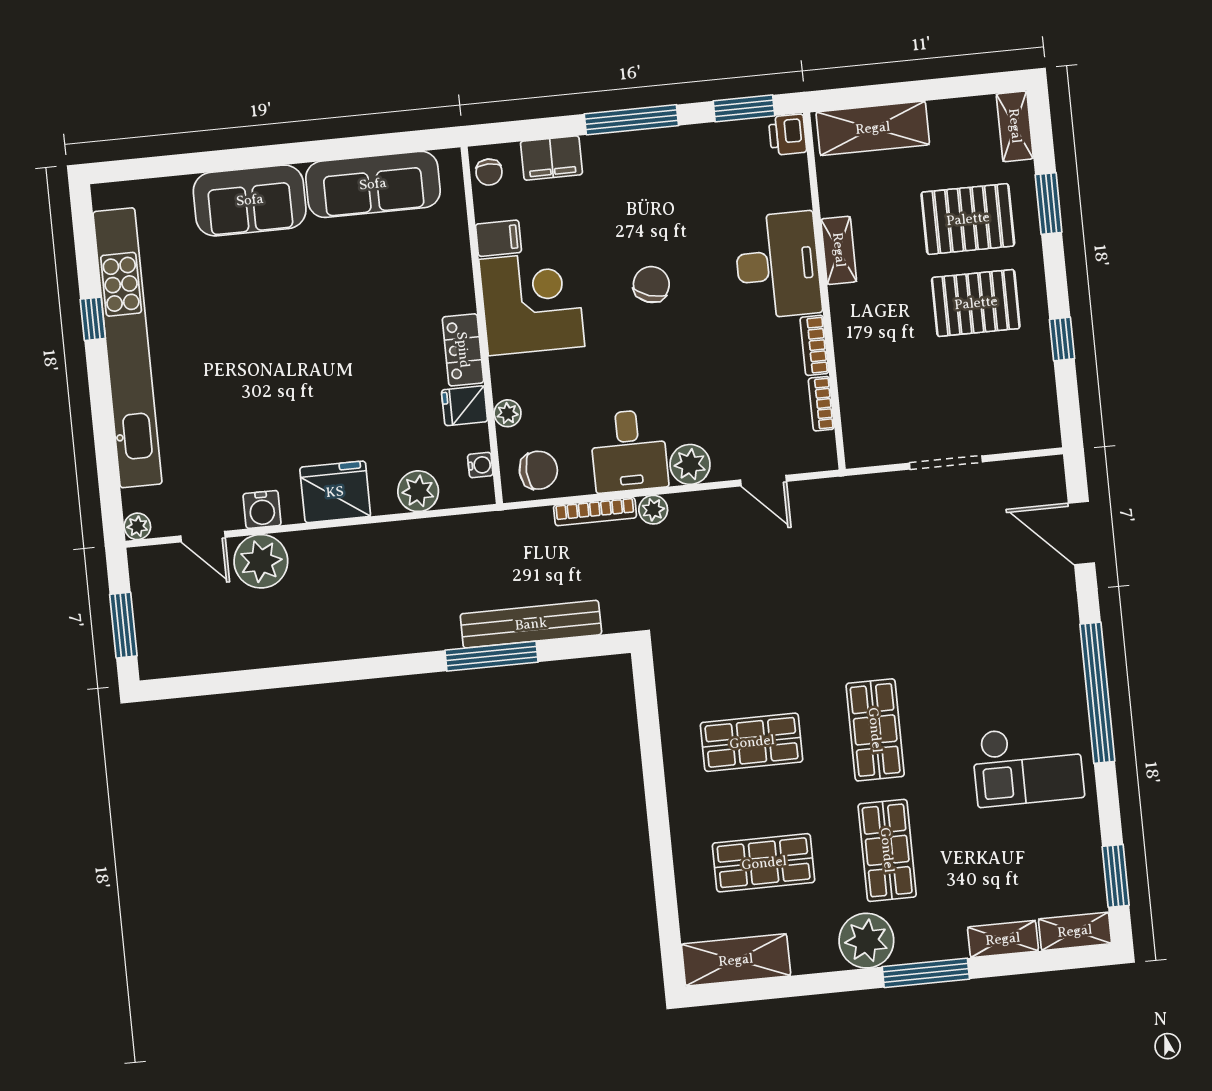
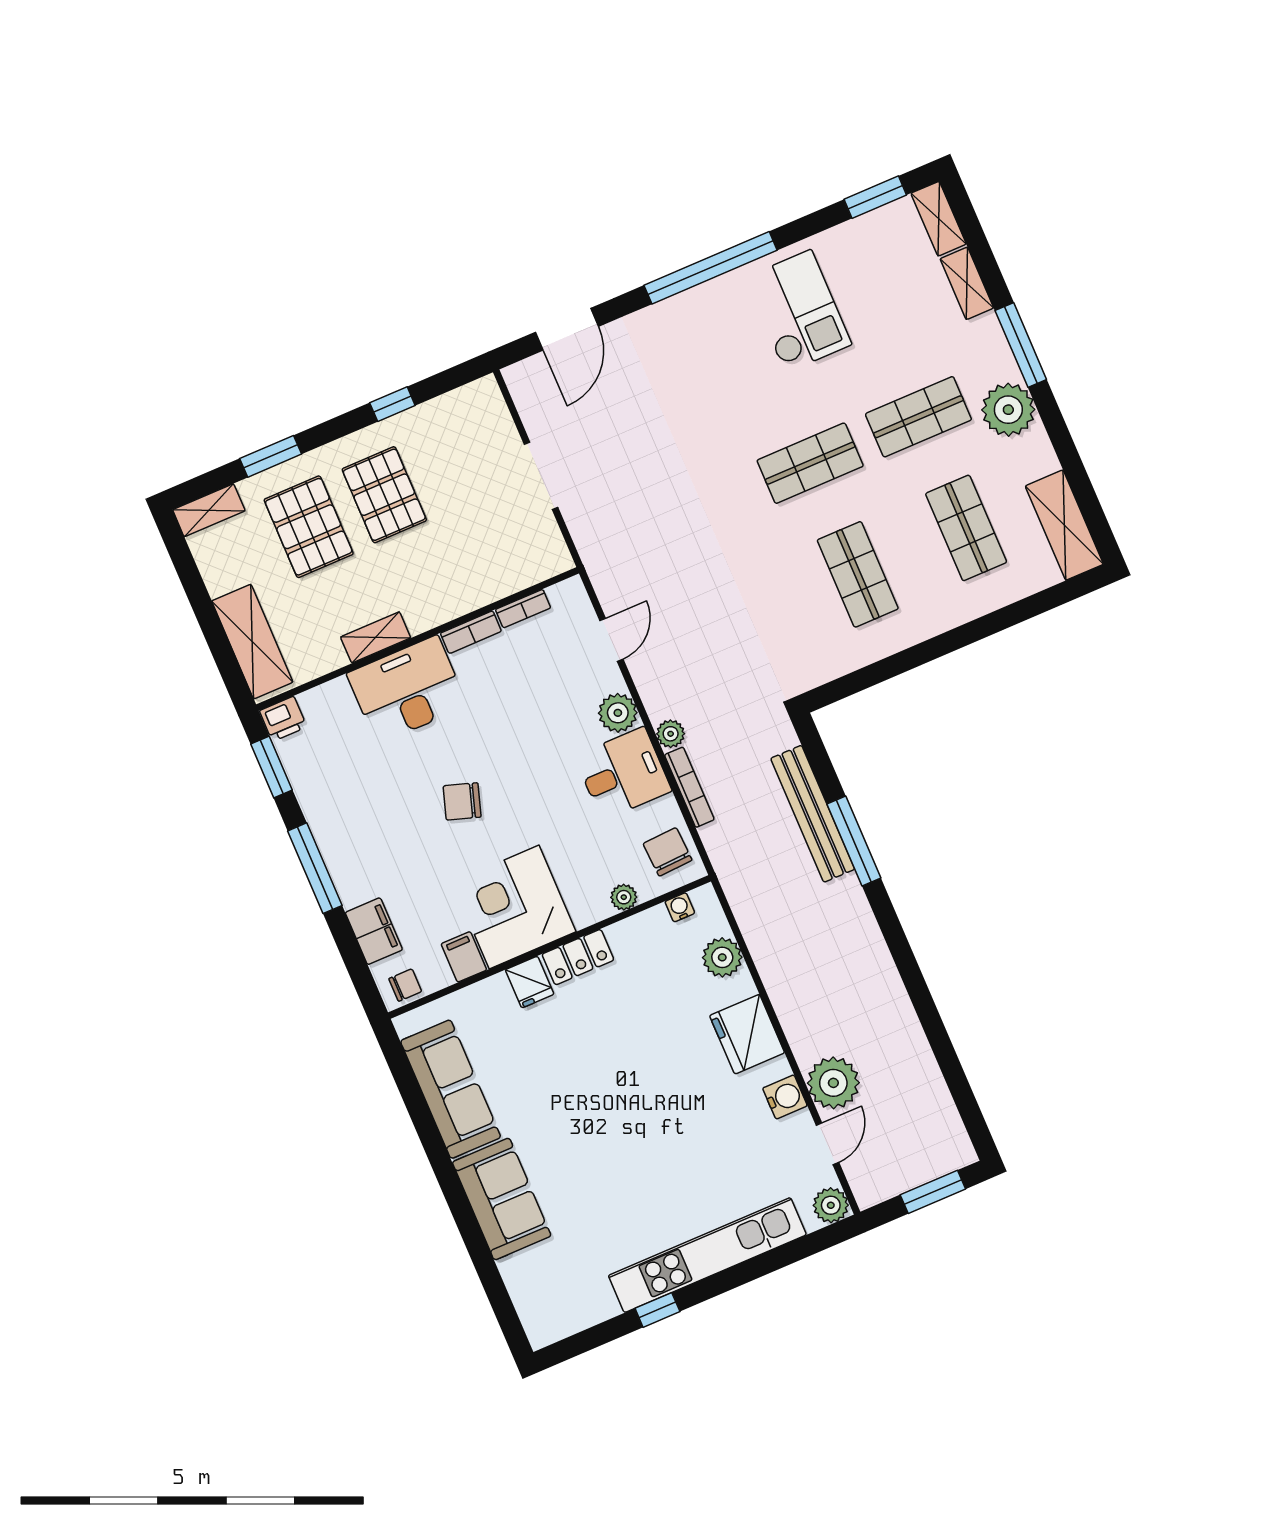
kitchen unit: (127, 348) -> (707, 1255), width x0.73
fridge: (465, 406) -> (530, 982), moved
plant: (137, 526) -> (831, 1205), width x1.38, depth x1.38

